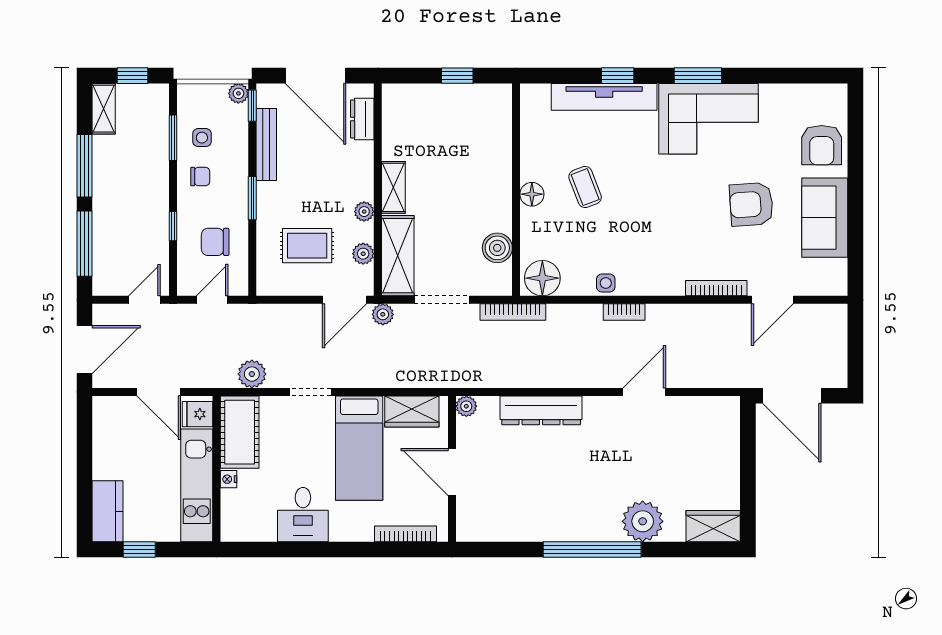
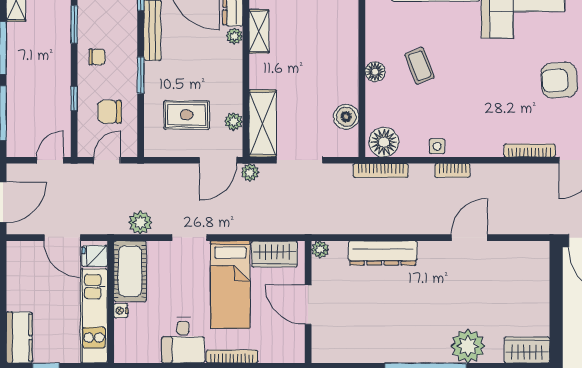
side table: (202, 138) -> (98, 24), removed
shelving: (393, 187) -> (259, 31), moved
plant: (364, 212) -> (234, 36), moved
bookcase: (513, 312) -> (381, 171), moved
bookcase: (405, 534) -> (232, 357), moved

